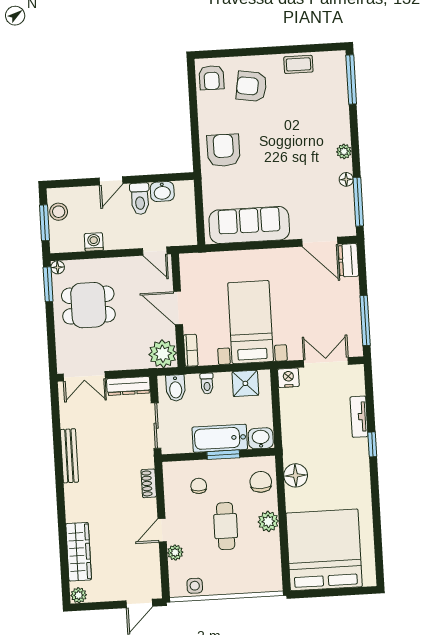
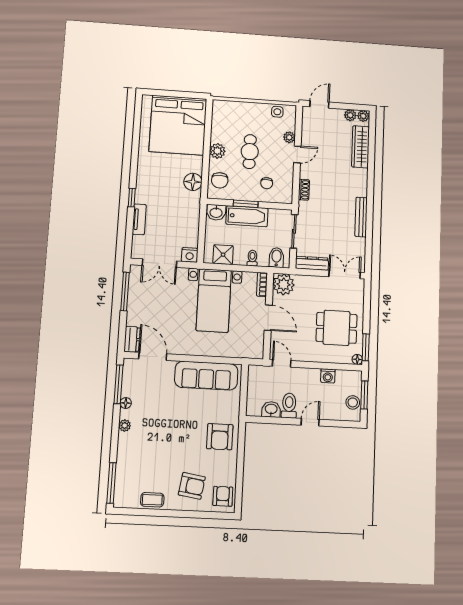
plant: (96, 594) -> (350, 115), added

